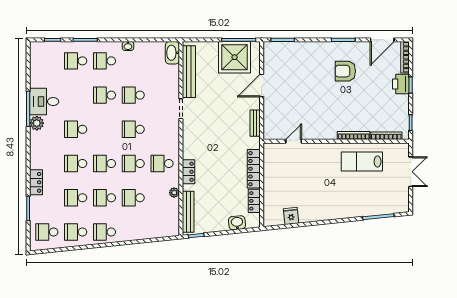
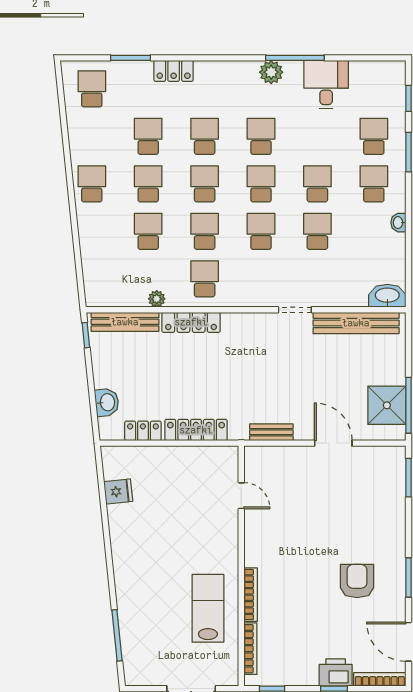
shower: (235, 57) -> (387, 405), width x0.73, depth x0.73
desk: (44, 102) -> (326, 84), moved
locker: (188, 172) -> (191, 322), width x1.53
school desk: (76, 232) -> (261, 184), moved

